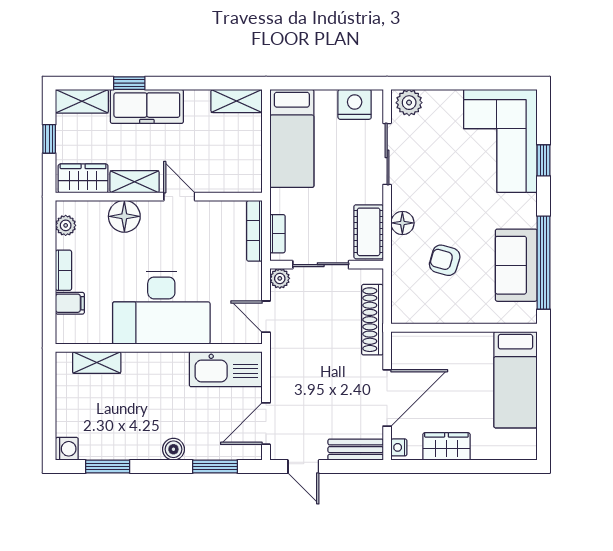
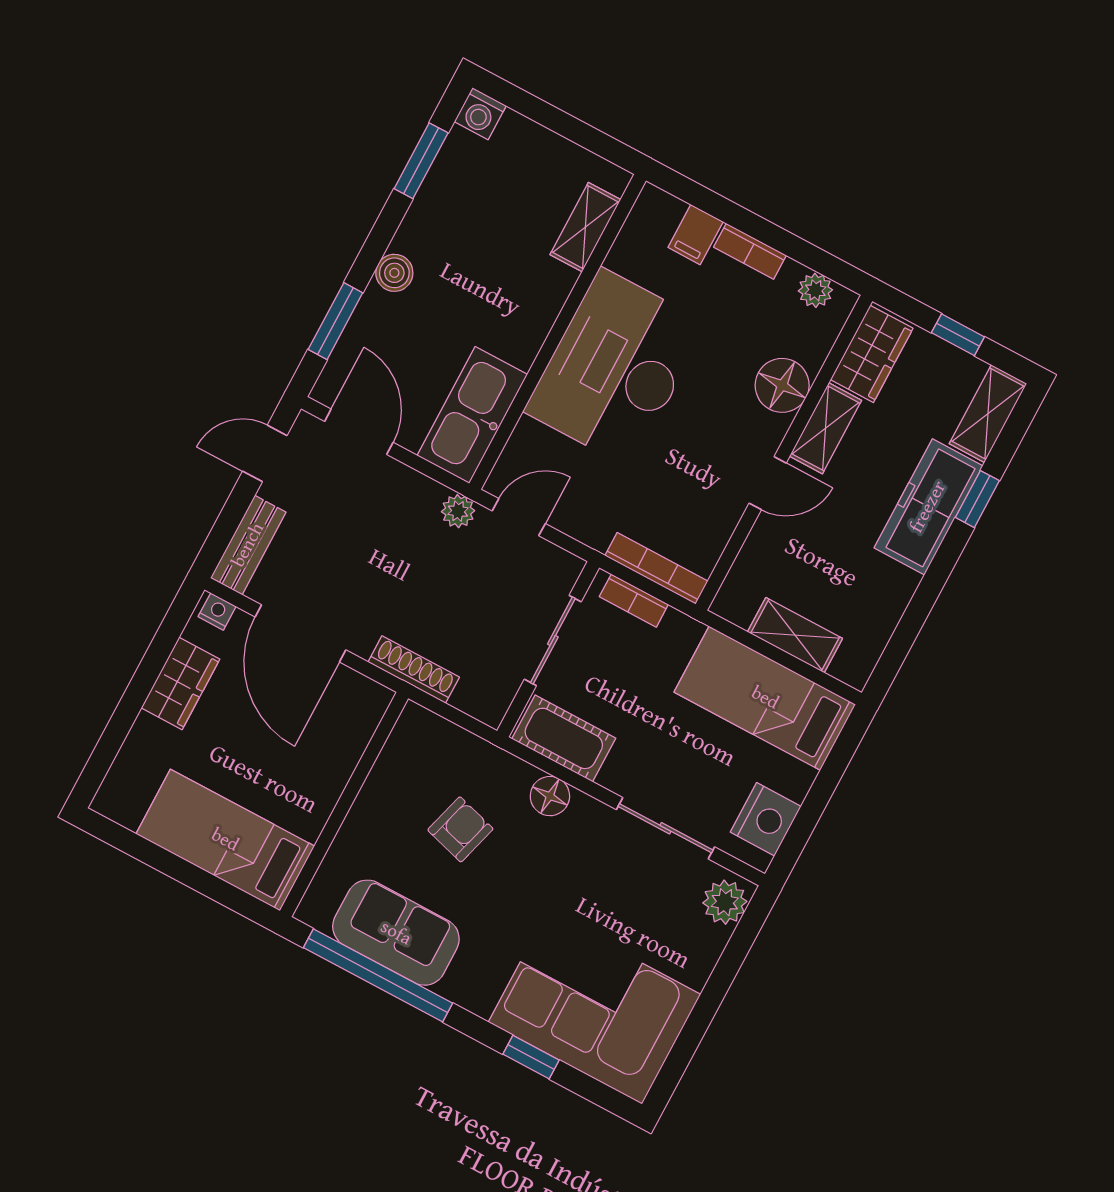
shelving: (237, 101) -> (795, 635), moved, turned 90
plant: (280, 278) -> (458, 511), moved
shoe rack: (372, 320) -> (414, 670), width x0.74, depth x0.81

